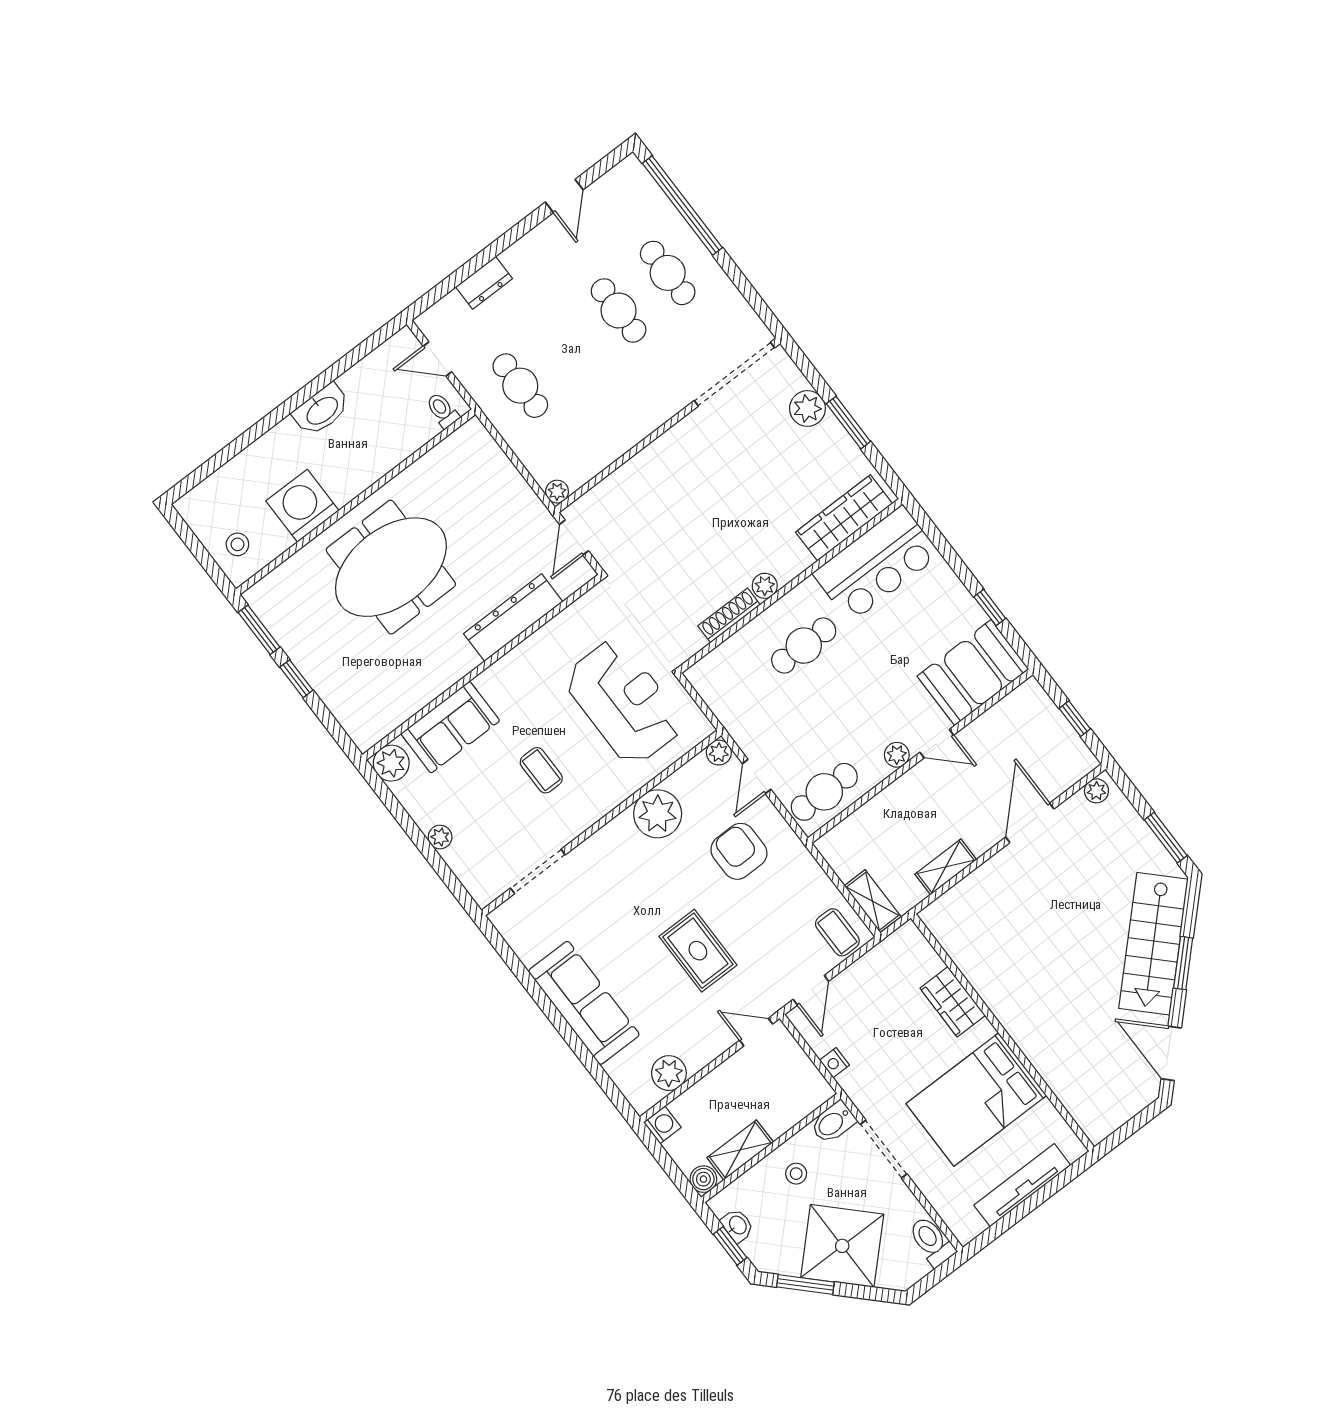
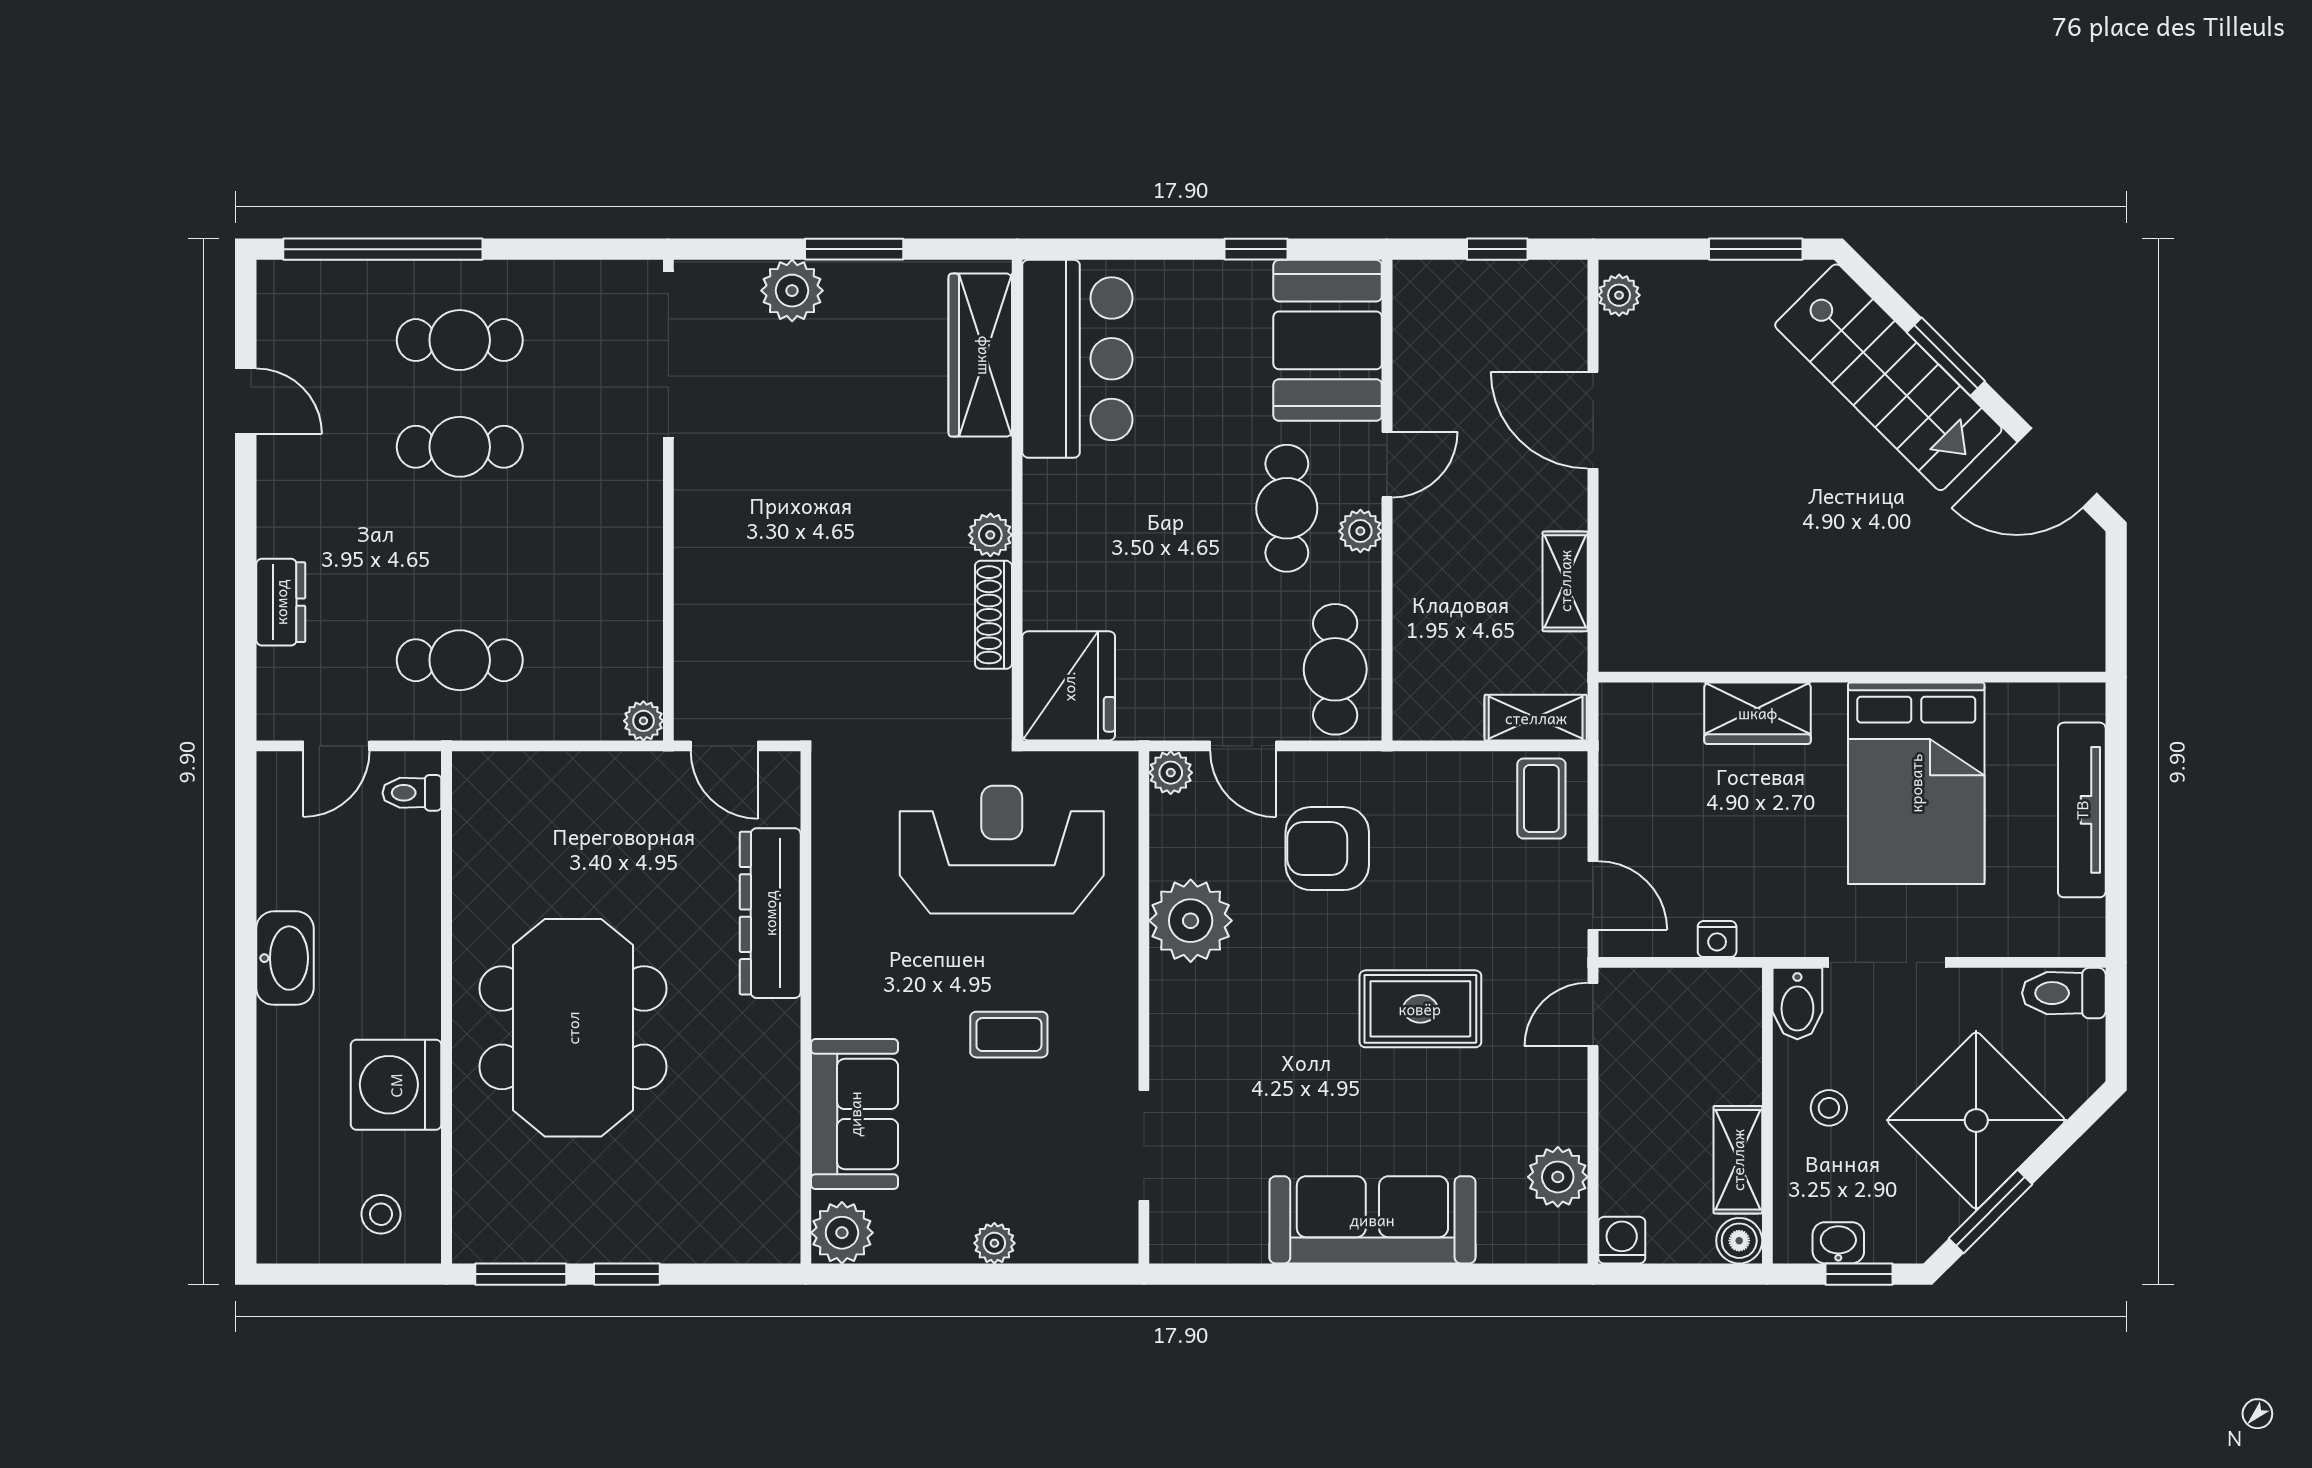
cafe table: (804, 646) -> (1287, 508), moved
fridge: (723, 675) -> (1069, 686), added
coffee table: (837, 932) -> (1541, 799), turned 90

